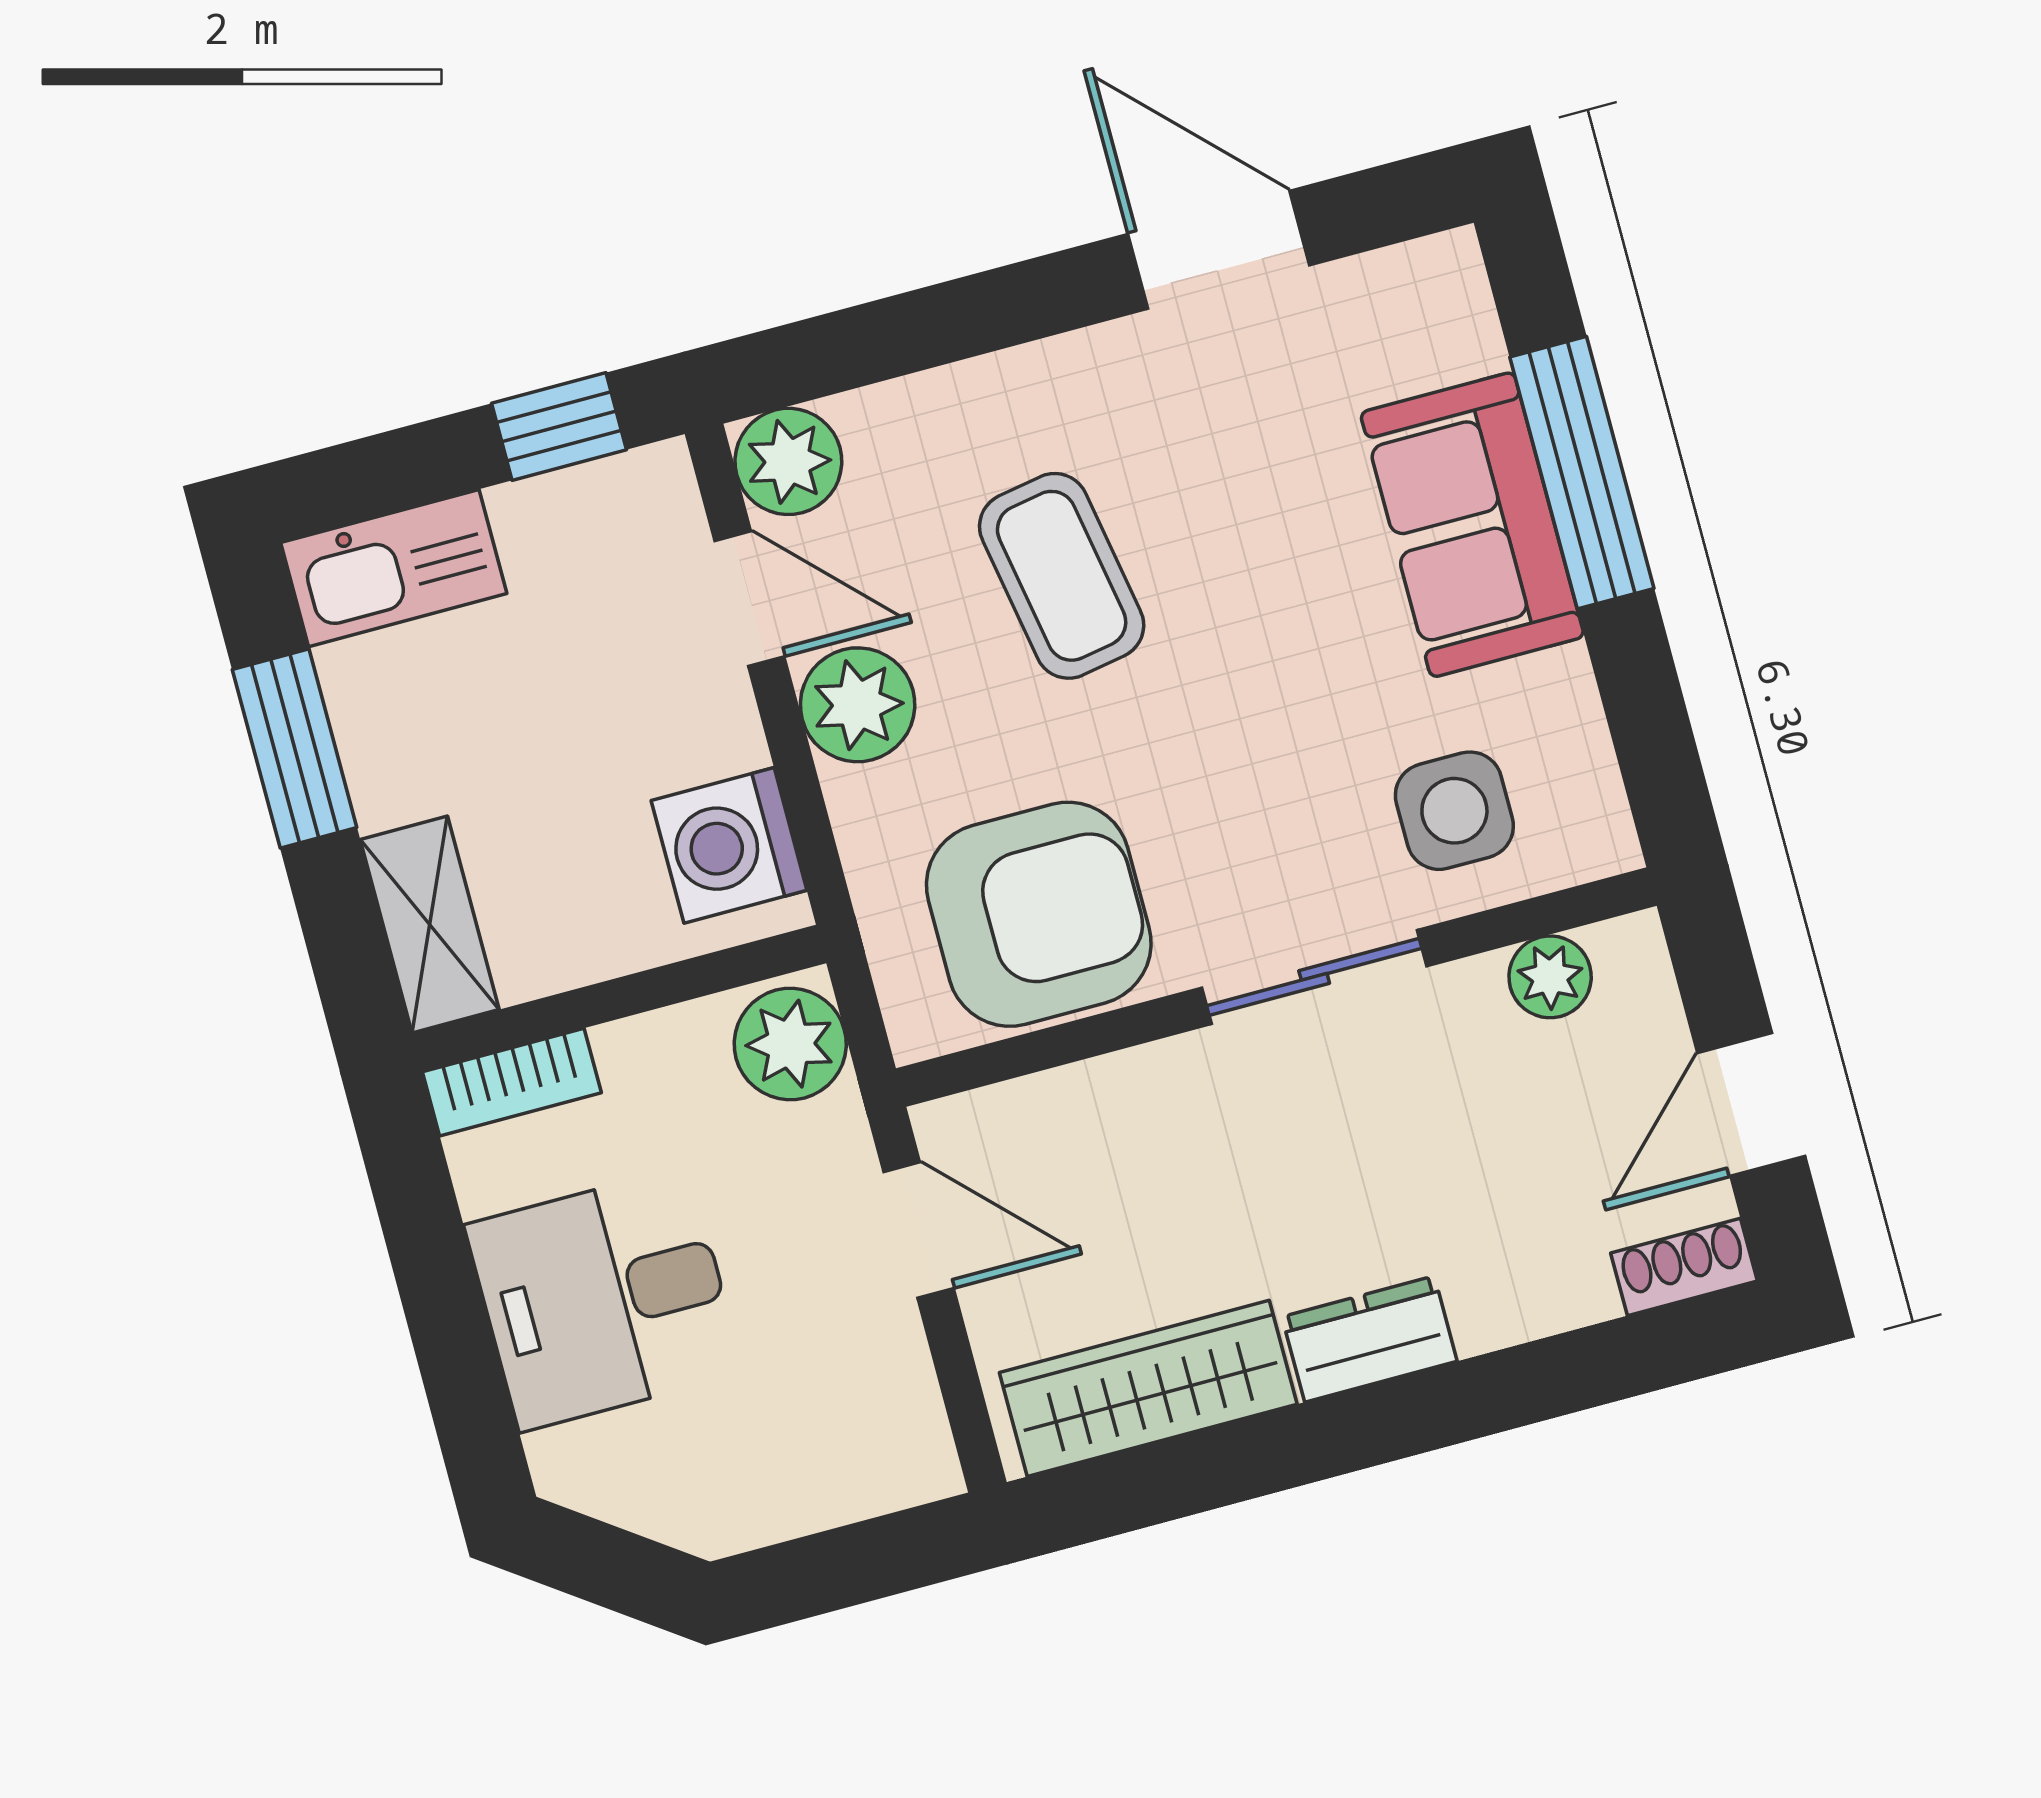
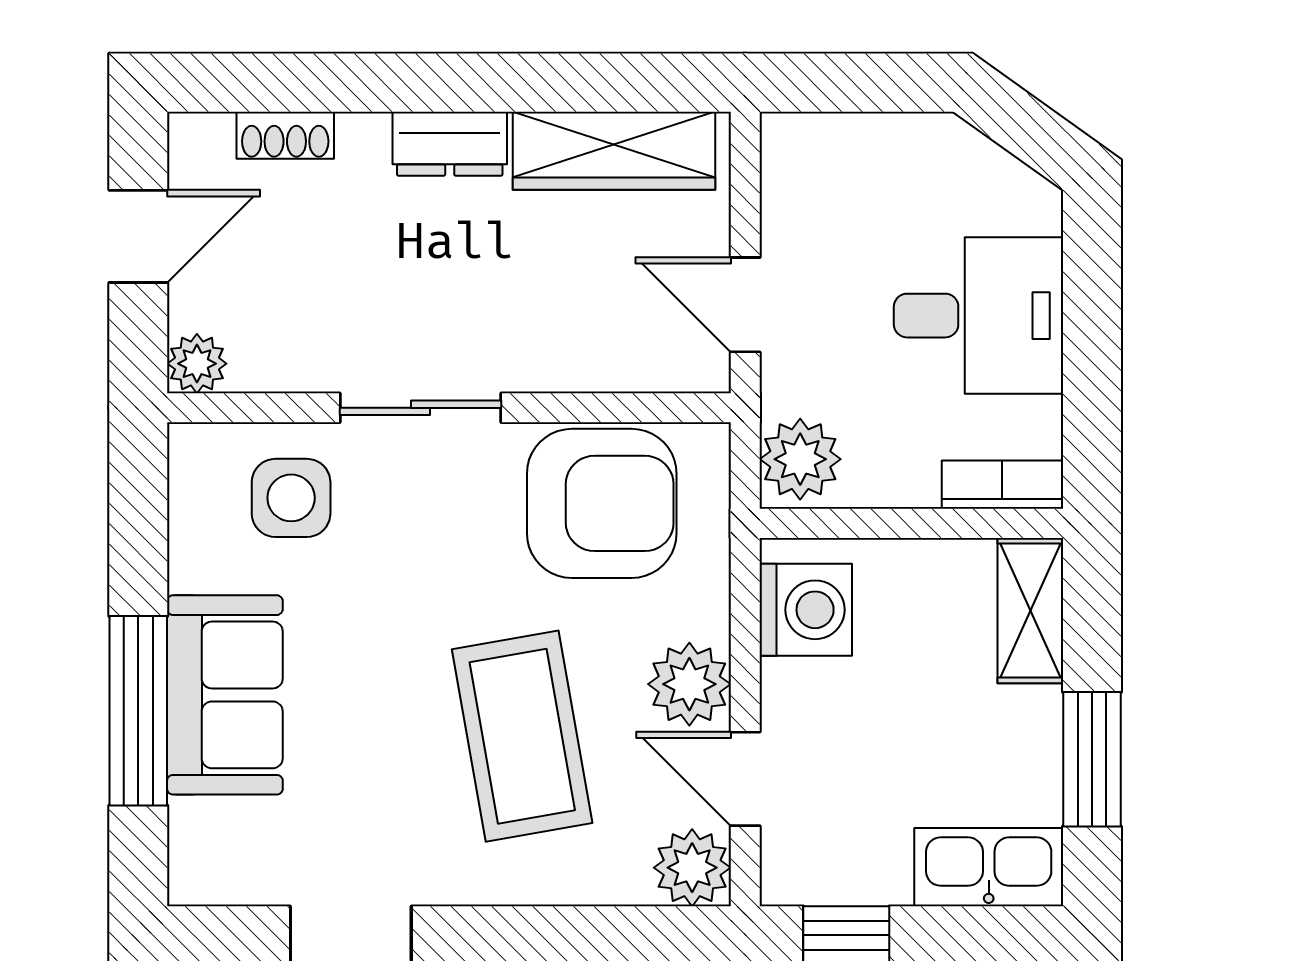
coffee table: (1062, 576) -> (522, 736), width x1.36, depth x1.32
armchair: (1039, 914) -> (602, 503), turned 180
plant: (1550, 977) -> (197, 364), moved
shoe rack: (1684, 1267) -> (285, 135), moved

